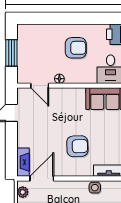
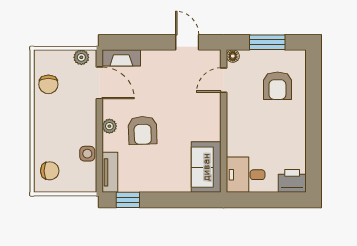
armchair: (76, 48) -> (277, 86), moved
floor lamp: (59, 79) -> (233, 56), moved
plant: (74, 171) -> (109, 126), added

